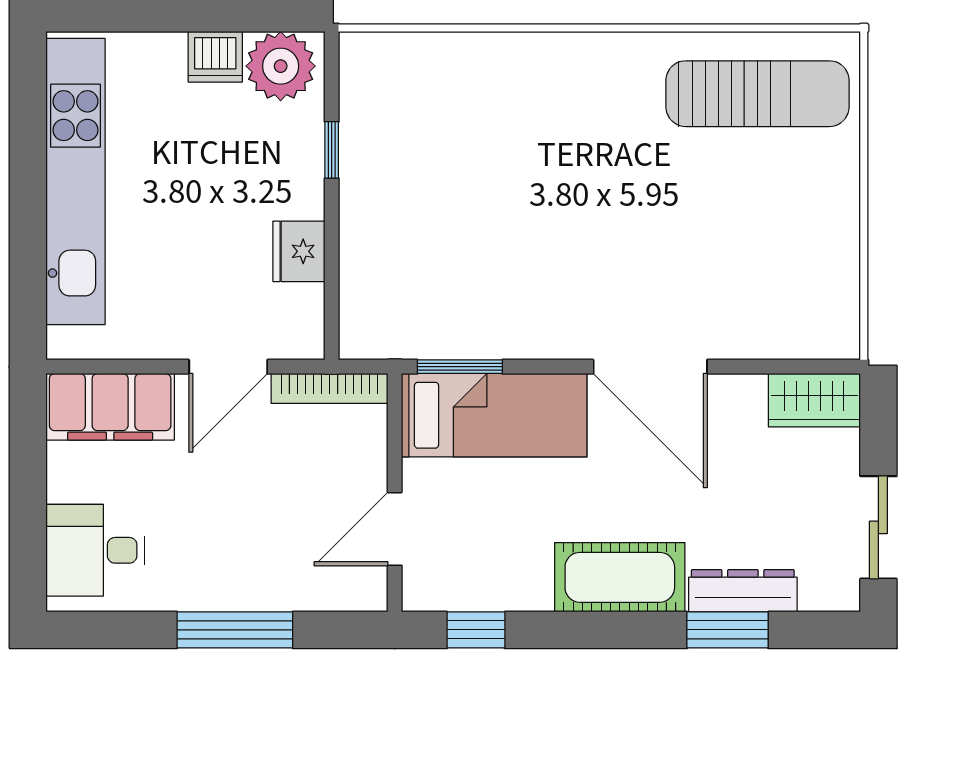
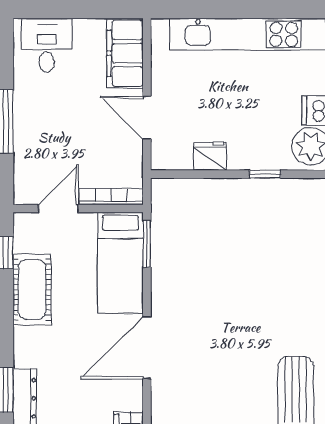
bookcase: (330, 388) -> (111, 197), moved, turned 90
door: (395, 529) -> (58, 208), hinge flipped
cot: (620, 577) -> (32, 290), moved

